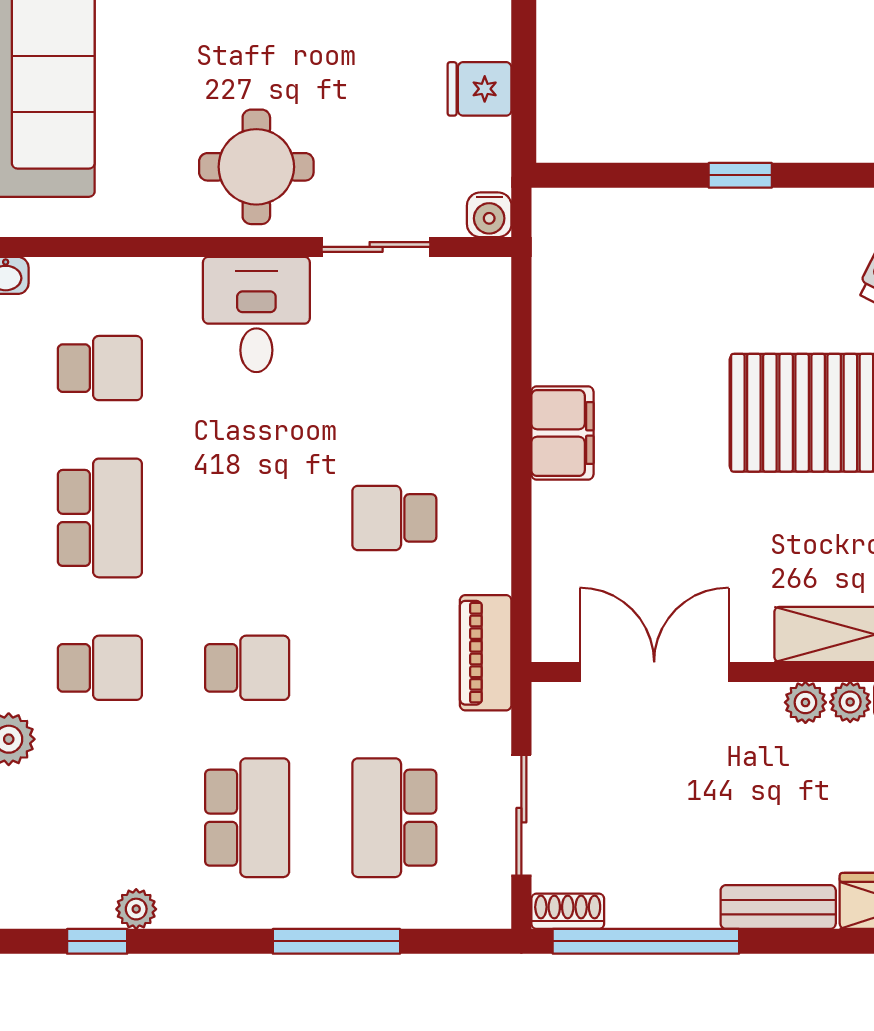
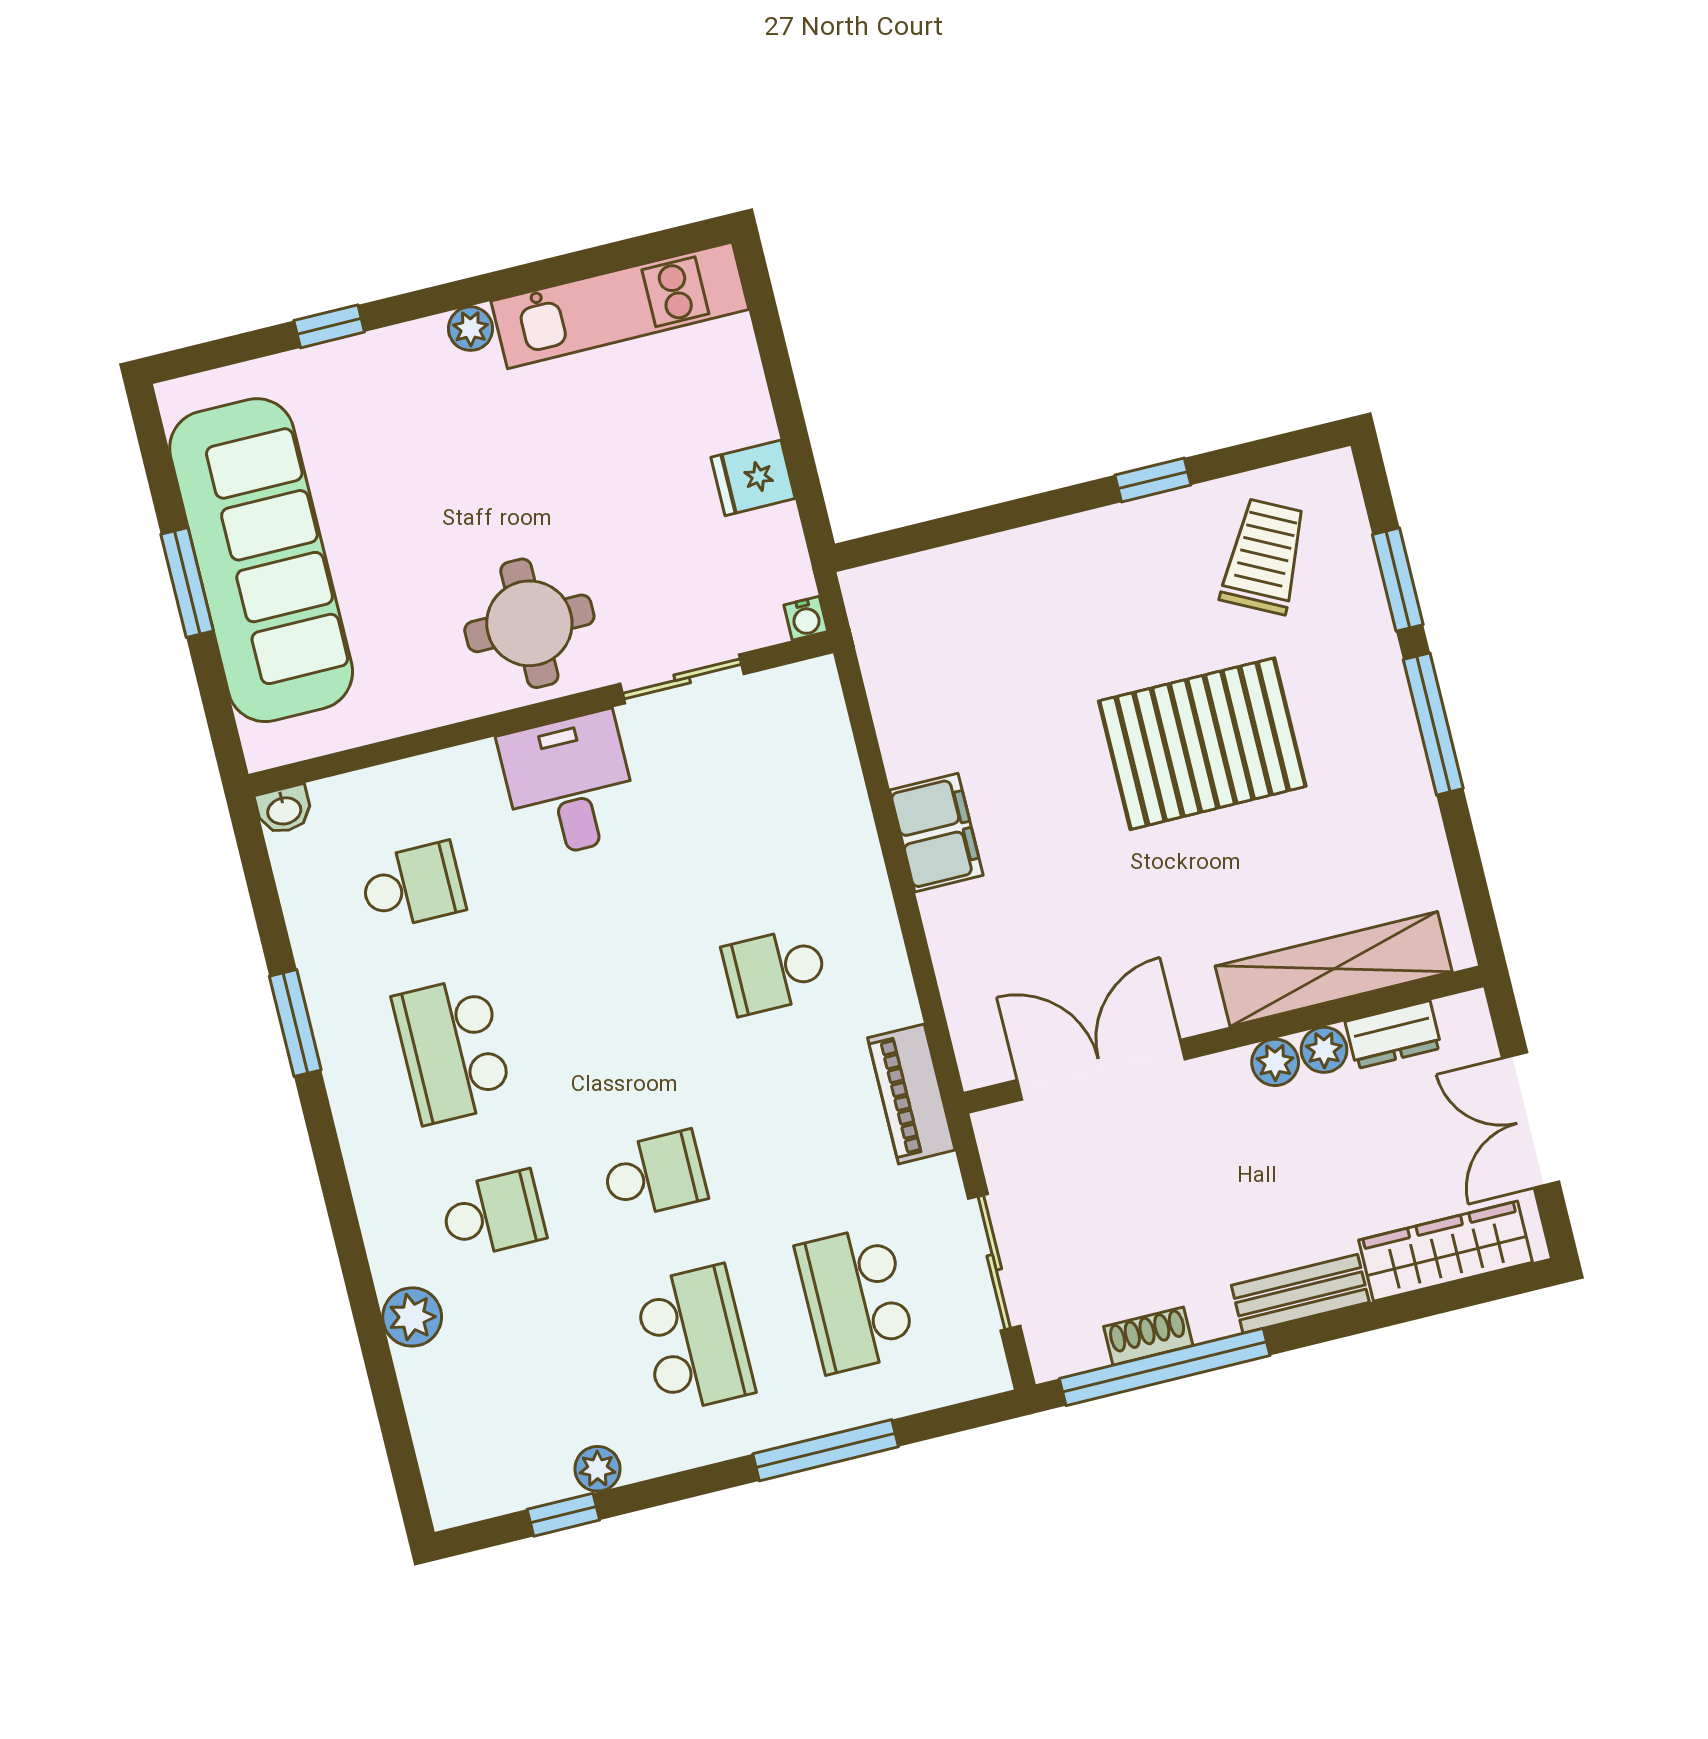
window: (740, 175) -> (1153, 480), moved
water cooler: (489, 215) -> (806, 618), width x0.72, depth x0.72
school desk: (100, 518) -> (452, 1050), turned 180
shoe rack: (568, 911) -> (1148, 1336), moved

